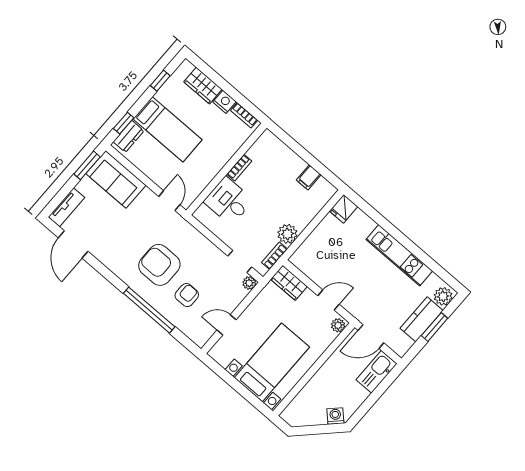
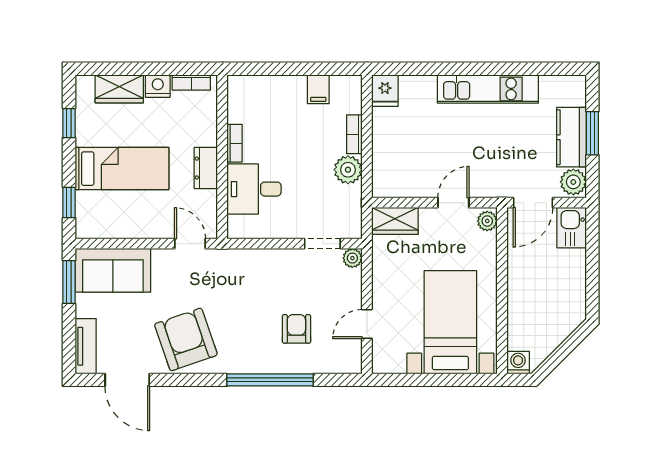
dresser: (129, 136) -> (206, 168), moved, turned 180
bookcase: (274, 256) -> (354, 134), moved
armchair: (159, 265) -> (186, 339), moved, turned 71
plant: (443, 296) -> (573, 182), moved
kitchen sink: (377, 372) -> (572, 228), width x0.73
washing machine: (335, 416) -> (518, 363), moved, turned 45

